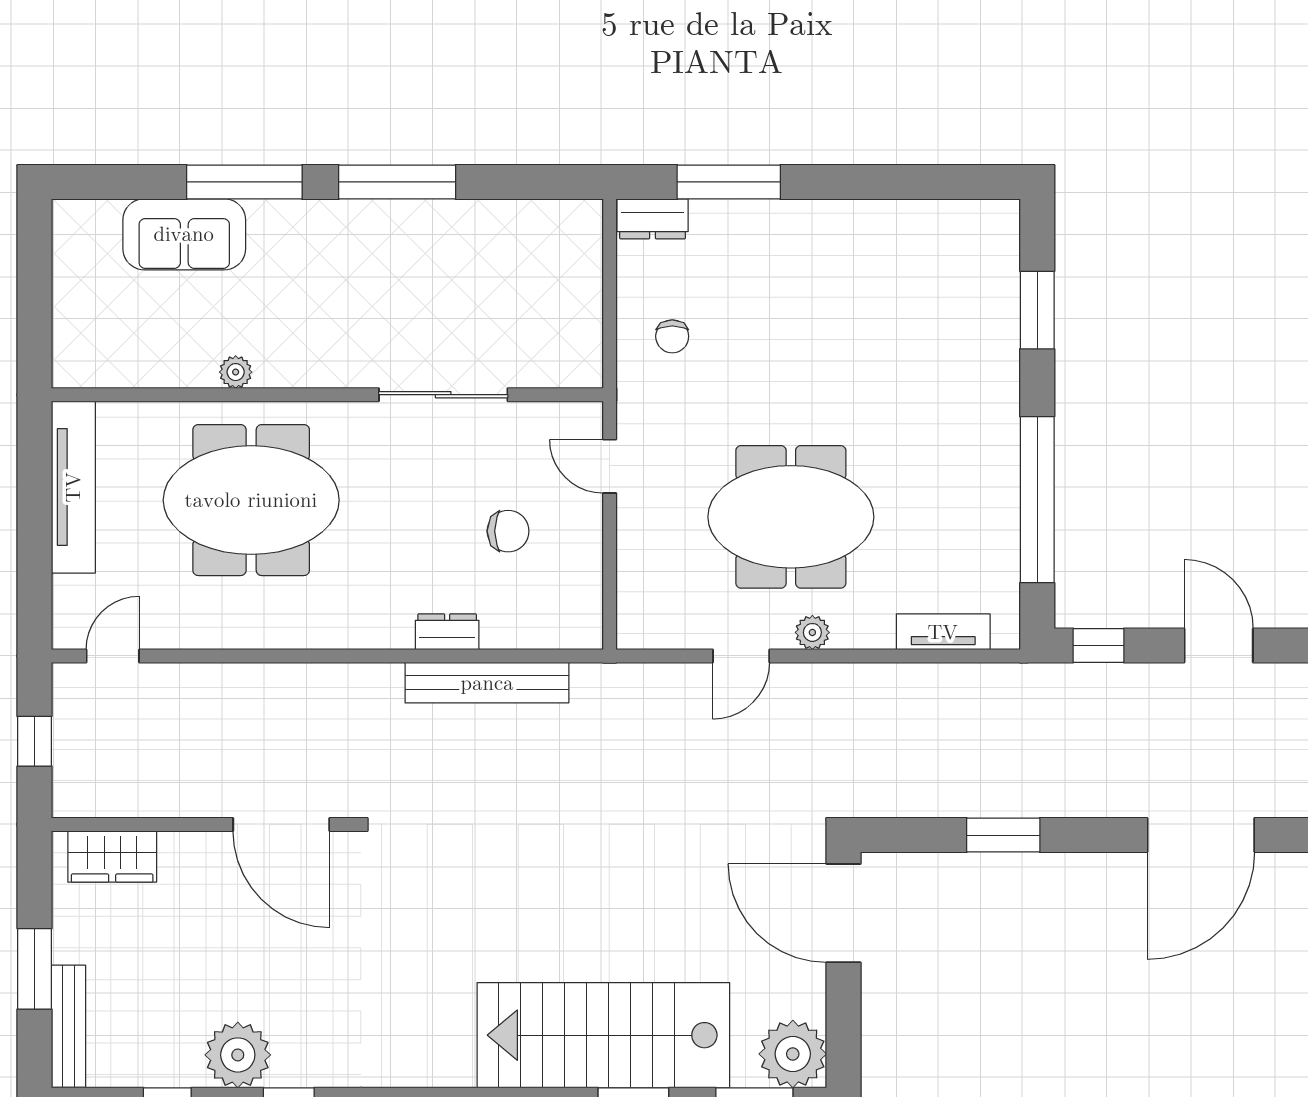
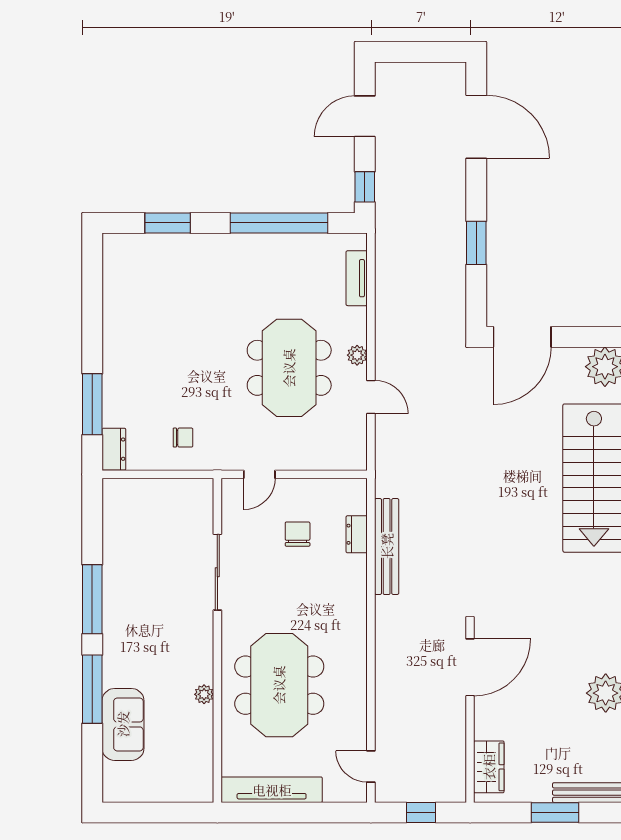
dresser: (447, 632) -> (357, 534), moved

